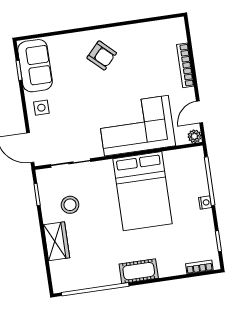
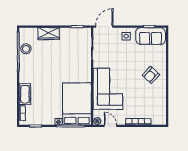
bed: (143, 191) -> (77, 104), moved, turned 90
stool: (70, 205) -> (26, 49), moved
cot: (139, 271) -> (25, 94), moved

